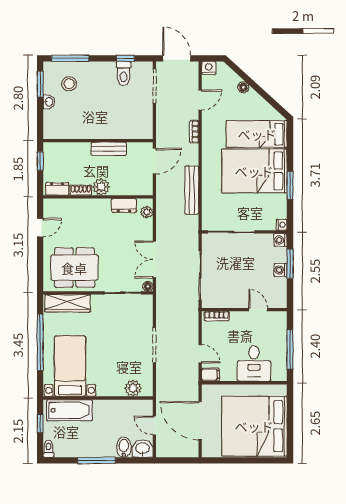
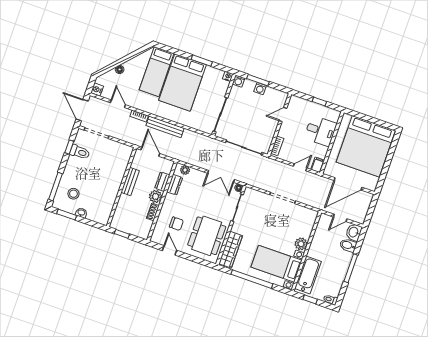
door: (177, 58) -> (82, 110), hinge flipped
dresser: (57, 189) -> (162, 182), moved
bench: (192, 190) -> (165, 127), moved
chair: (76, 225) -> (176, 224), added
window: (290, 349) -> (319, 102), width x0.46
plant: (133, 388) -> (301, 244), moved

